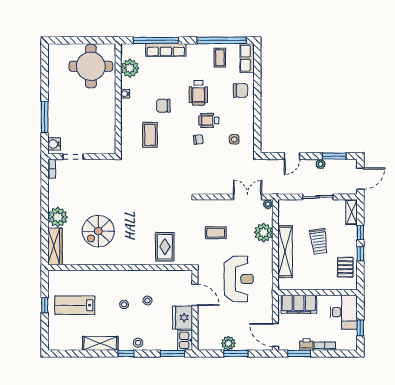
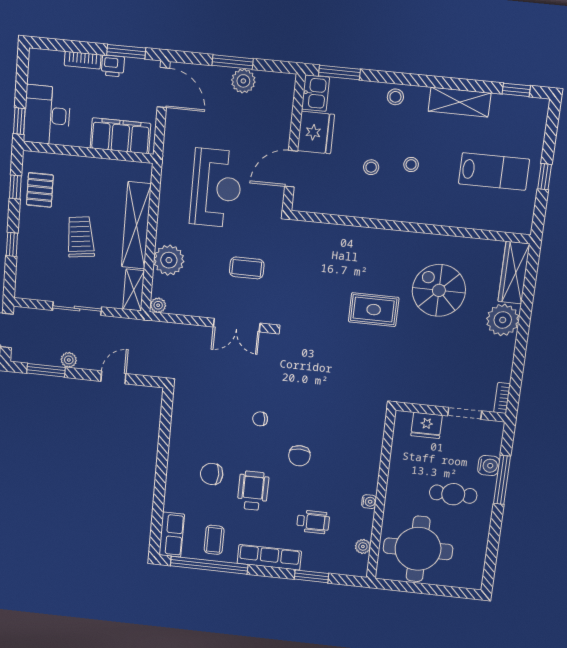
window: (156, 40) -> (311, 576), width x0.47
row of seats: (166, 50) -> (269, 557), moved
plant: (130, 68) -> (363, 546), width x0.53, depth x0.53
chair: (240, 90) -> (212, 474), moved
cafe table: (73, 104) -> (453, 494), added
chair: (163, 106) -> (299, 456), moved, turned 90
wheelchair: (209, 120) -> (313, 522), moved
coffee table: (150, 135) -> (337, 434), removed
side table: (234, 139) -> (203, 413), removed
water cooler: (54, 144) -> (489, 466), moved
fridge: (95, 147) -> (427, 425), added
double door: (248, 197) -> (237, 325), moved
shelving: (352, 212) -> (134, 290), moved
spiral stairs: (98, 231) -> (439, 290), turned -90
rug: (165, 247) -> (374, 310), moved, turned 90
window: (360, 254) -> (15, 187), moved
reception desk: (239, 279) -> (216, 188), turned 180
door: (195, 295) -> (291, 169), hinge flipped
window: (360, 328) -> (19, 121), moved
window: (126, 354) -> (516, 90), moved

